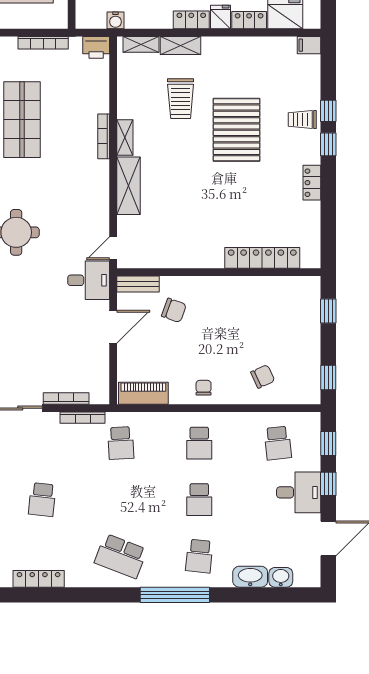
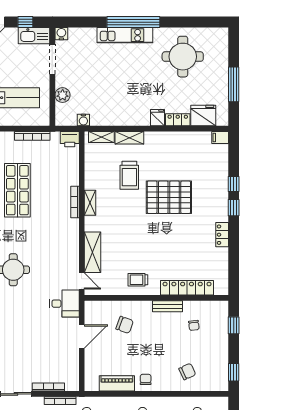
locker: (191, 20) -> (137, 120), removed
trolley: (302, 120) -> (138, 280), moved
pallet: (237, 130) -> (169, 197), turned 90
shelving: (128, 186) -> (93, 252), moved
door: (113, 248) -> (82, 281), swing flipped
bench: (138, 284) -> (168, 306), moved
chair: (272, 311) -> (194, 325), added
piano: (143, 393) -> (117, 383), moved

